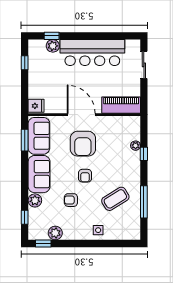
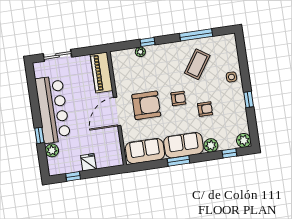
window: (52, 36) -> (39, 135), moved
fridge: (36, 106) -> (88, 162), moved
window: (25, 140) -> (179, 161), moved
coffee table: (115, 199) -> (197, 64), turned 66
armchair: (71, 200) -> (205, 109), turned -90
plant: (55, 233) -> (244, 140), moved
window: (43, 243) -> (249, 99), moved

